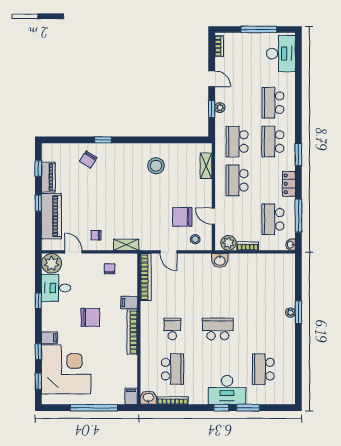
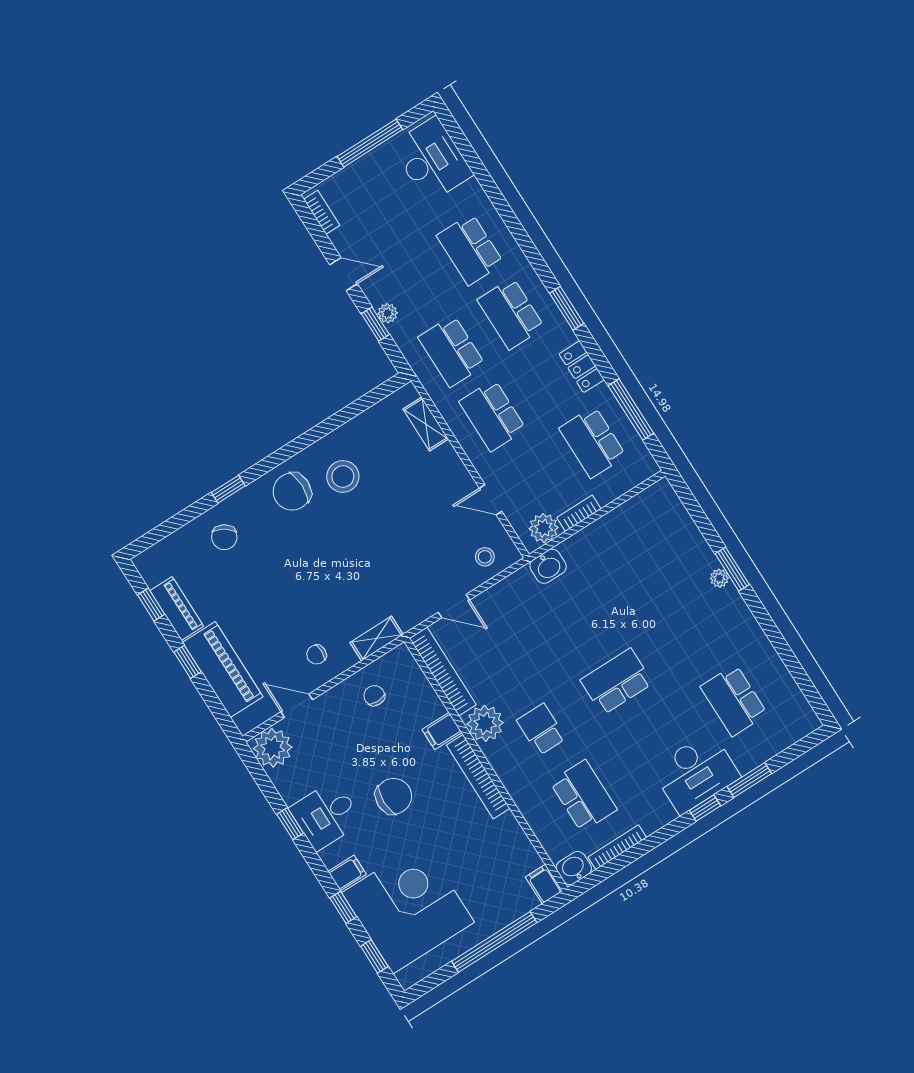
chair: (182, 217) -> (292, 492), moved
washbasin: (291, 245) -> (648, 466), removed
desk: (56, 288) -> (326, 815), moved
plant: (150, 311) -> (485, 723), added

